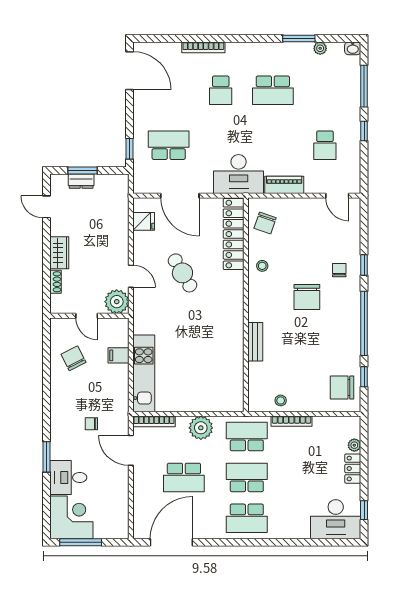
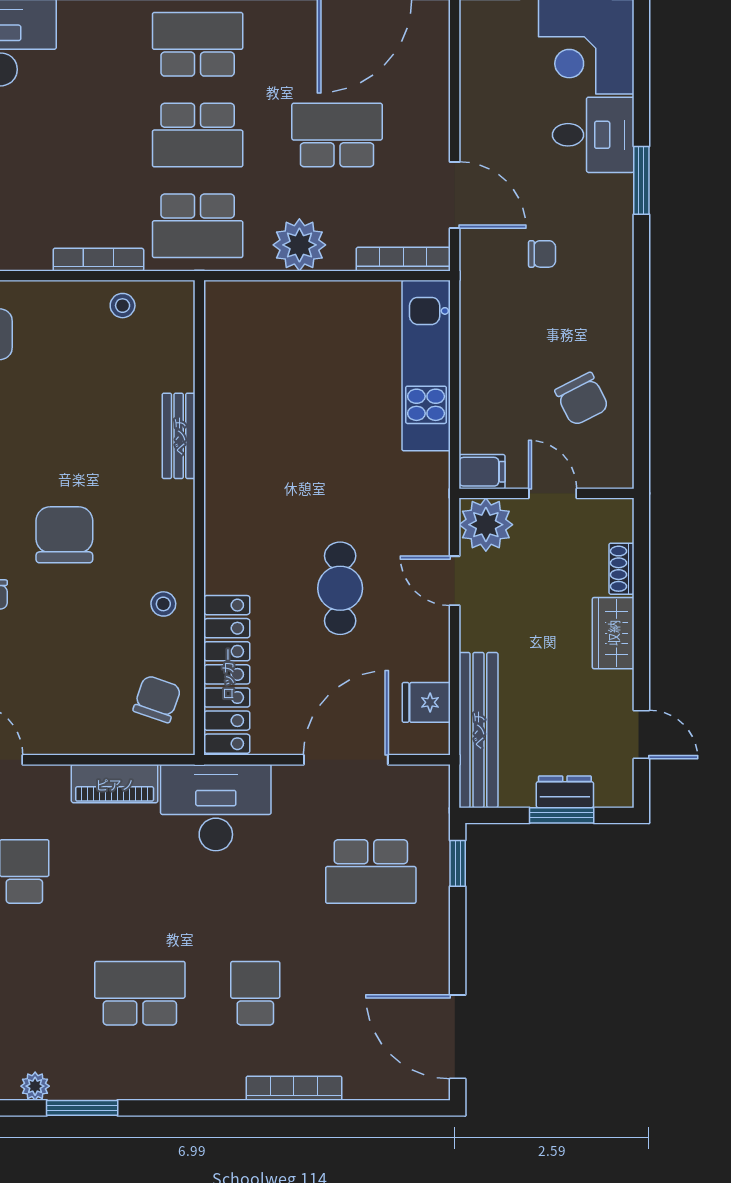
door: (180, 196) -> (346, 760), hinge flipped
bench: (120, 209) -> (478, 730), added
cafe table: (182, 273) -> (340, 588), turned 30
filing cabinet: (118, 355) -> (482, 472), moved

